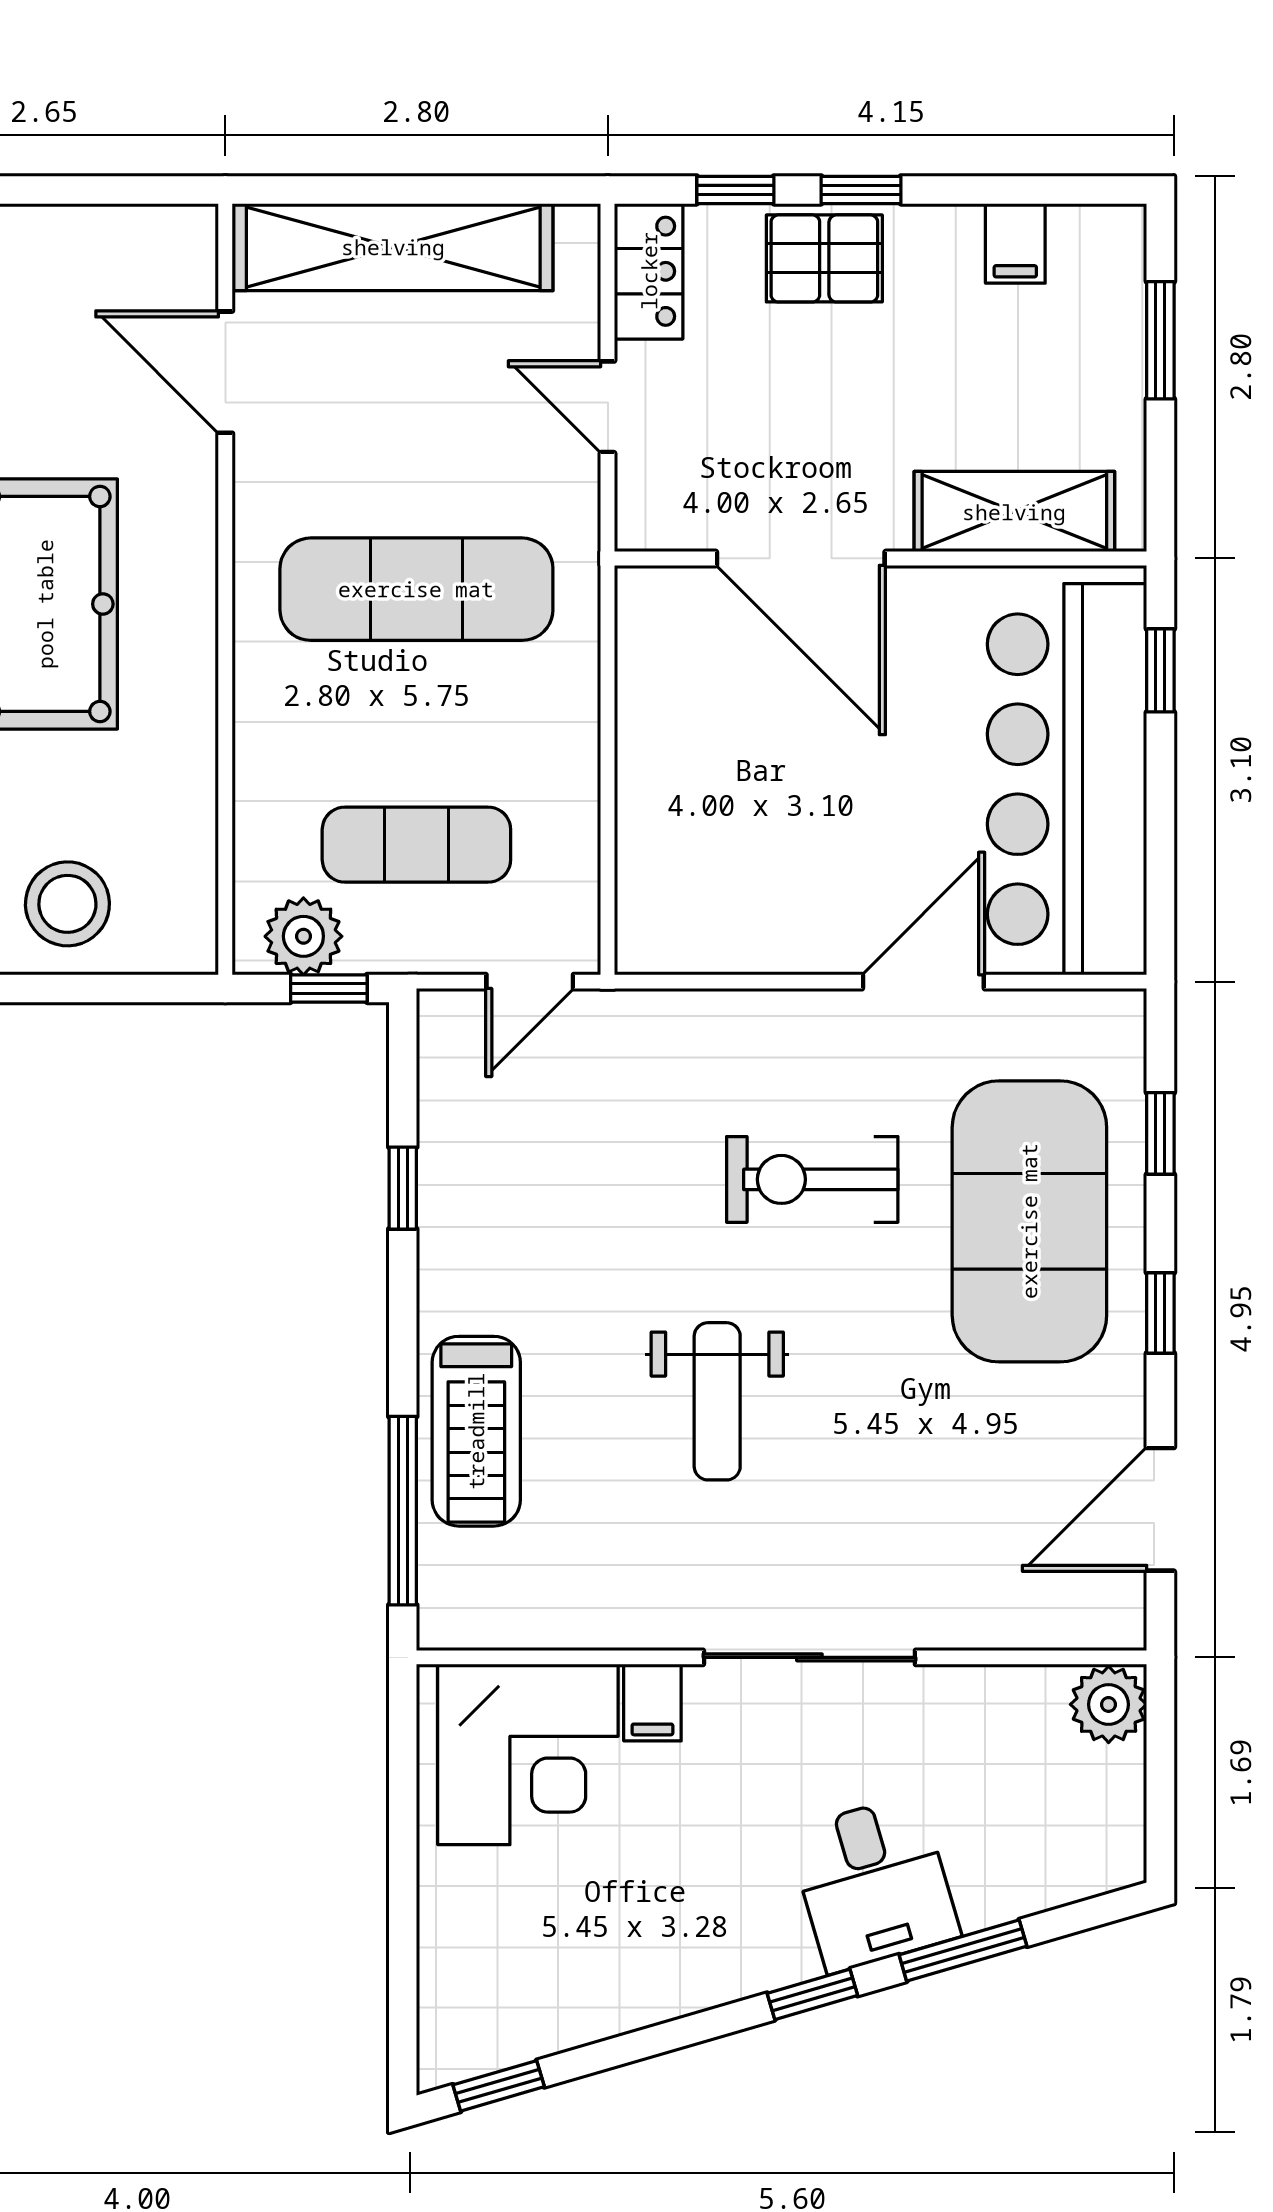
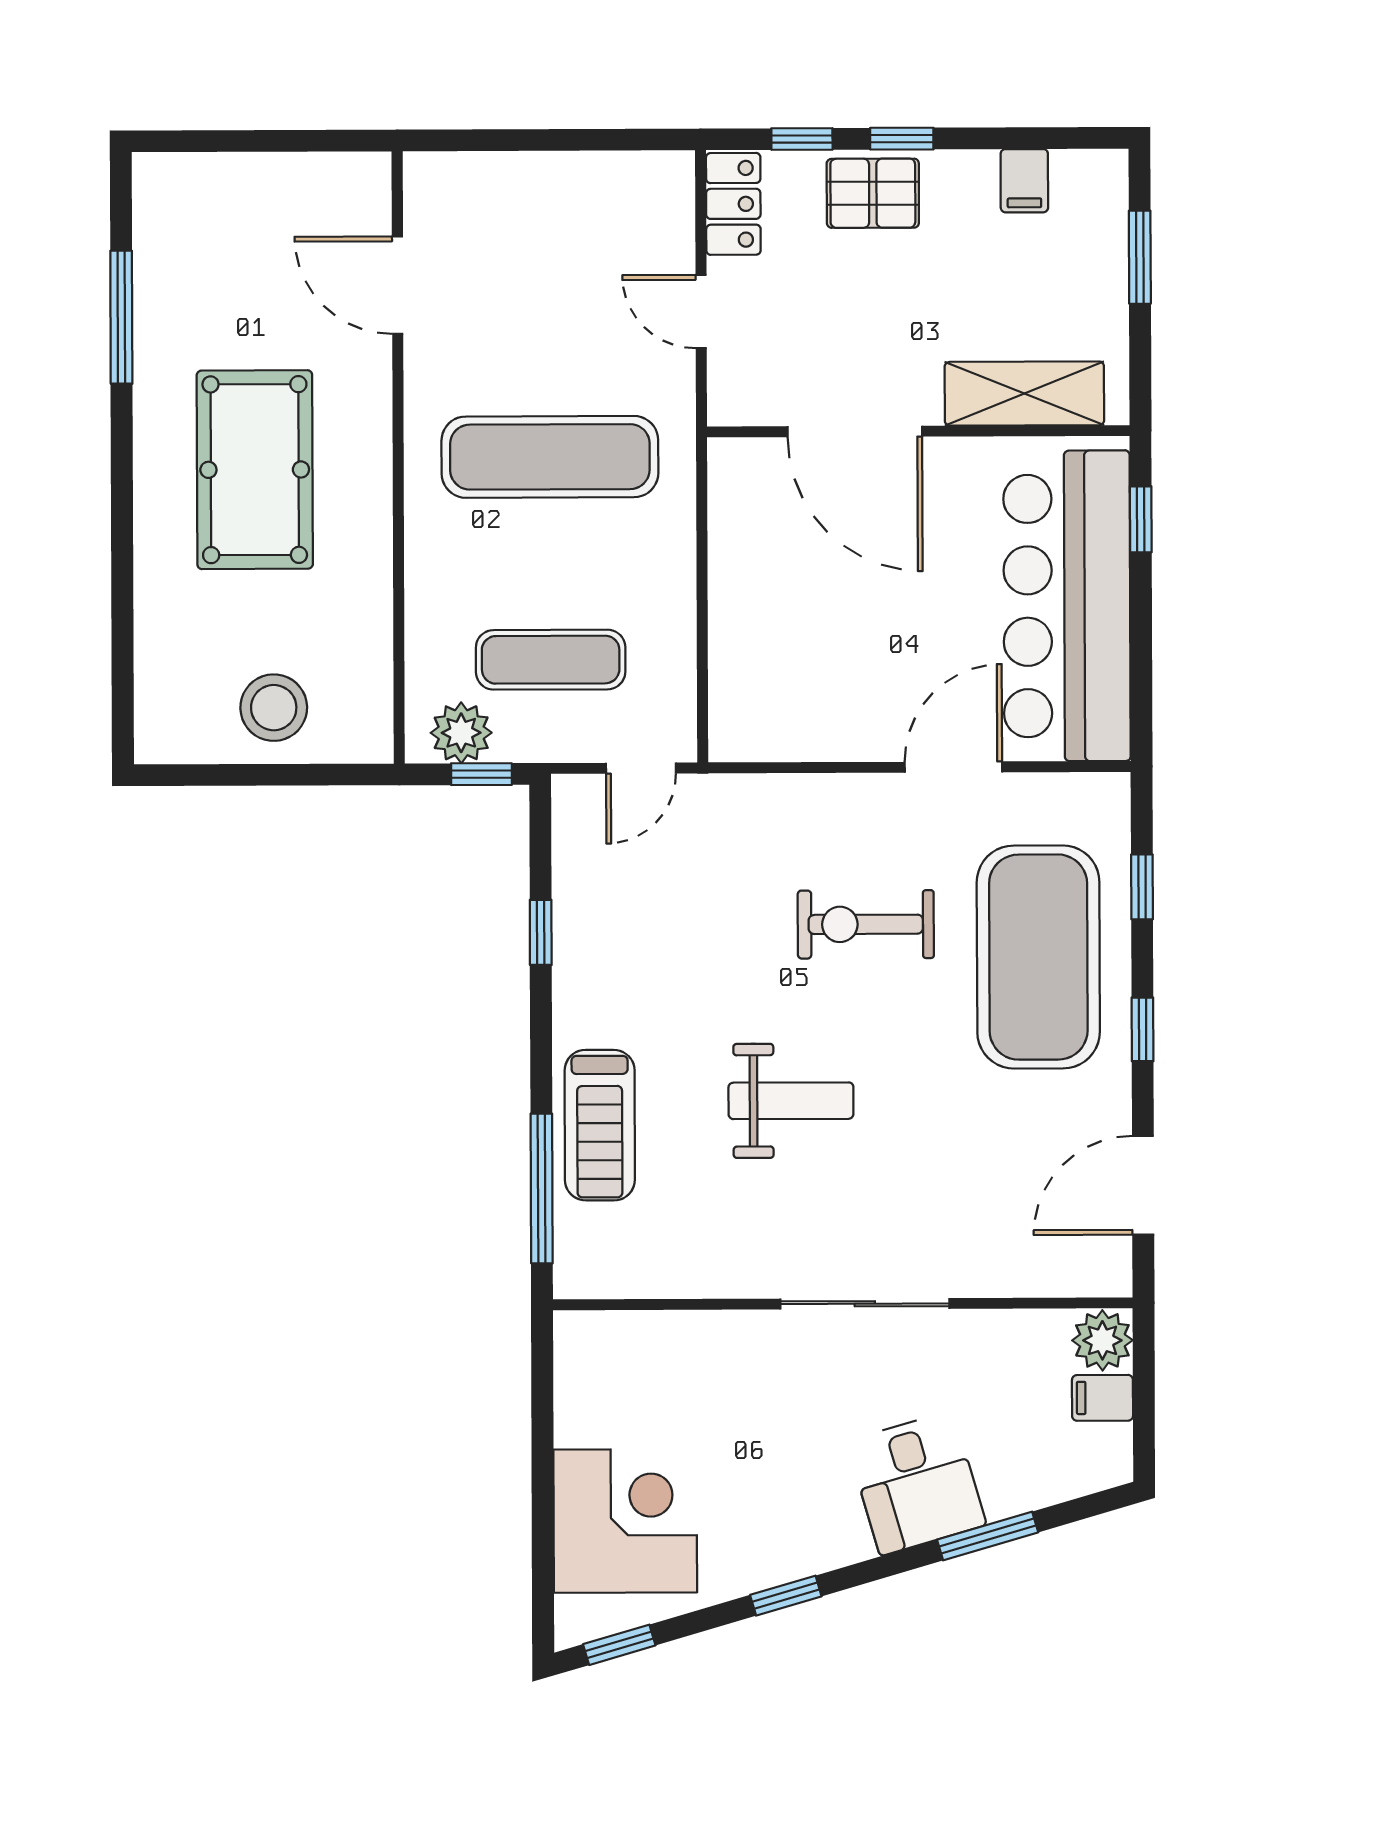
shelving: (393, 247) -> (531, 185), removed
weight bench: (717, 1401) -> (791, 1101), turned -90
filing cabinet: (652, 1703) -> (1102, 1398), moved, turned 90
corner desk: (528, 1754) -> (625, 1521), moved, turned -90
window: (812, 1994) -> (786, 1596), moved

